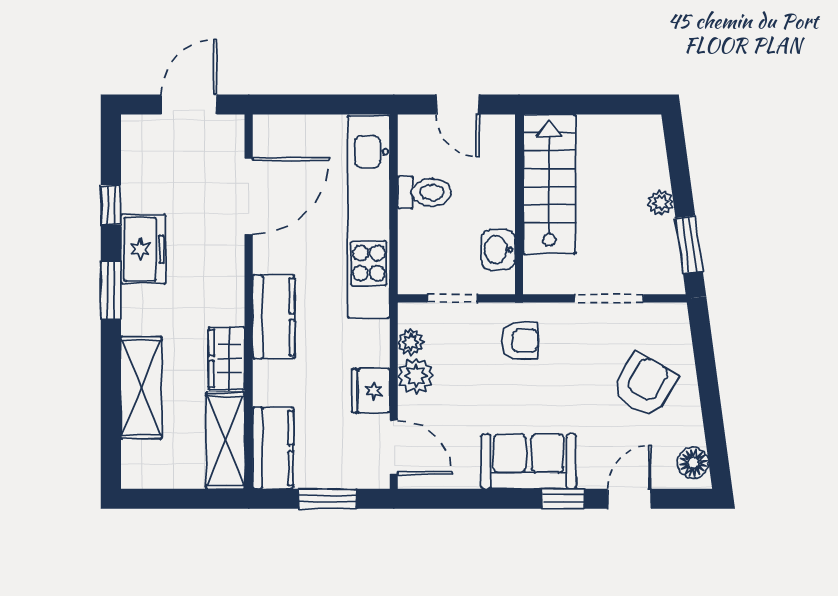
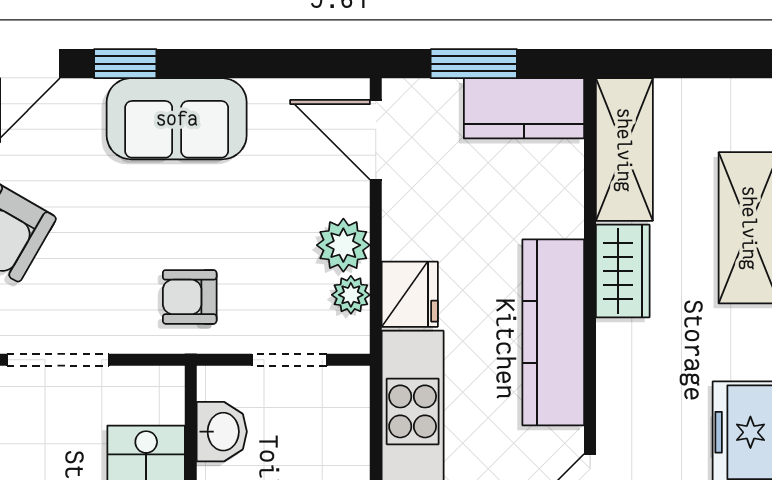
kitchen counter: (274, 317) -> (553, 332), width x1.50
fridge: (371, 391) -> (410, 294), moved
kitchen counter: (273, 448) -> (524, 108), moved, turned -90

